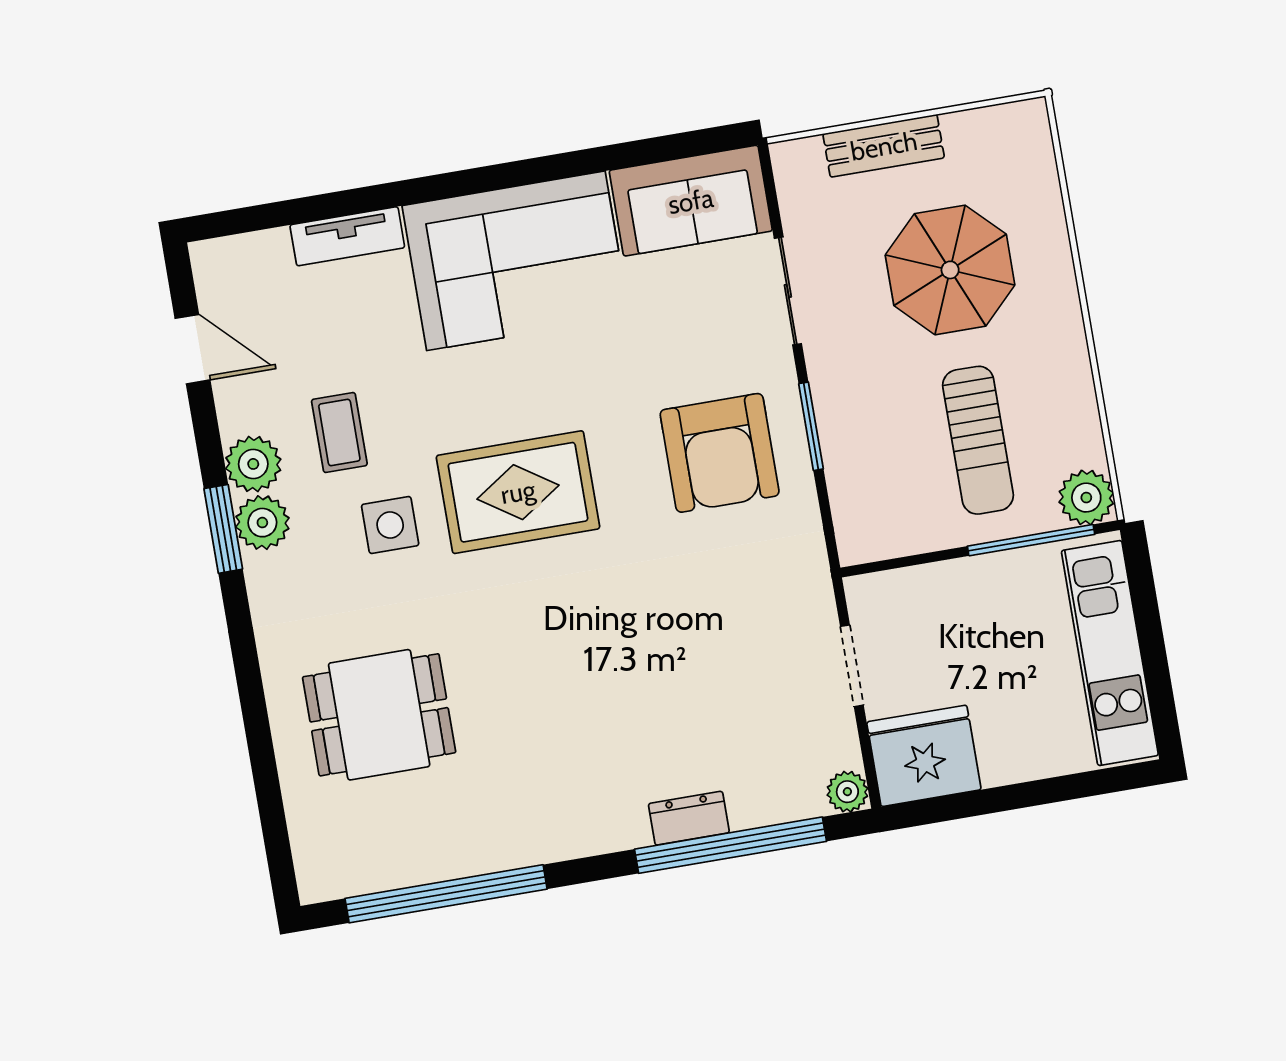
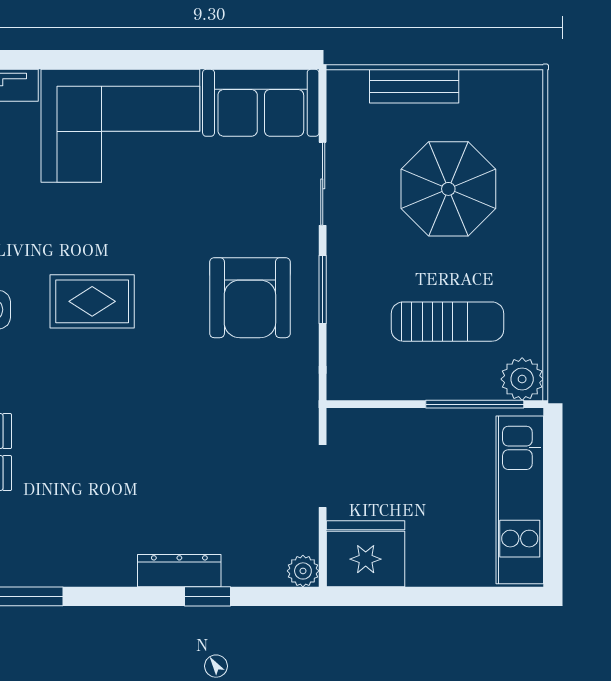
sun lounger: (978, 440) -> (447, 322), turned -90
rug: (518, 492) -> (92, 301), width x0.73, depth x0.70
dresser: (689, 818) -> (179, 571), width x1.44
window: (731, 845) -> (207, 596), width x0.32

